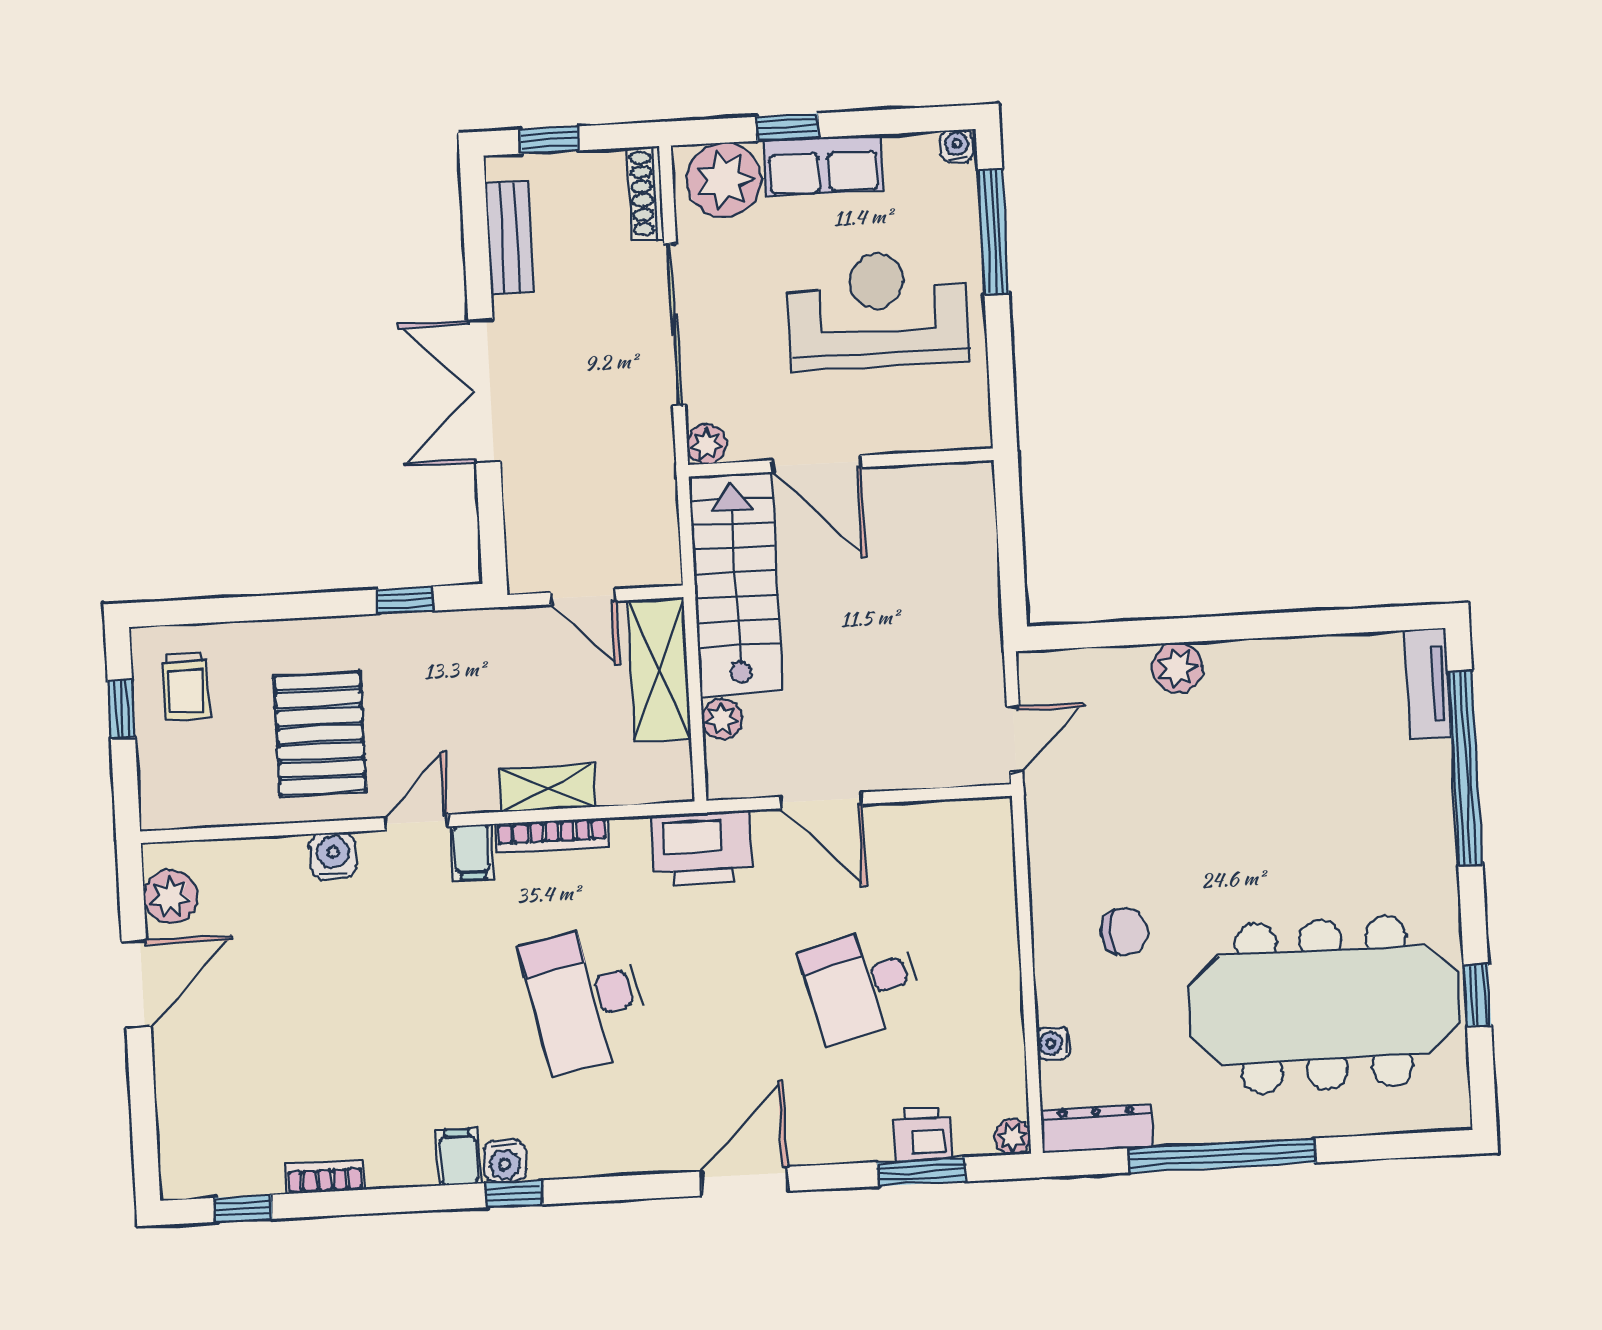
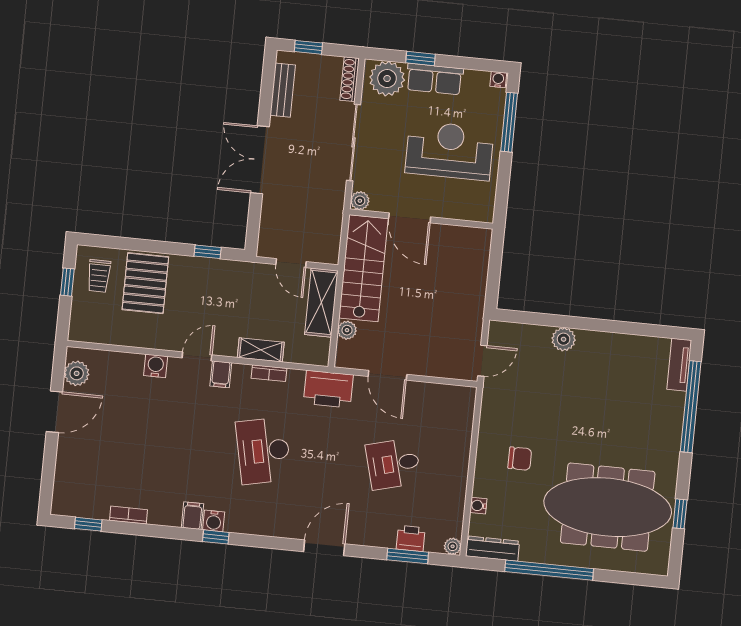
pallet: (320, 734) -> (145, 283), moved
bookcase: (552, 835) -> (269, 373), width x0.64

